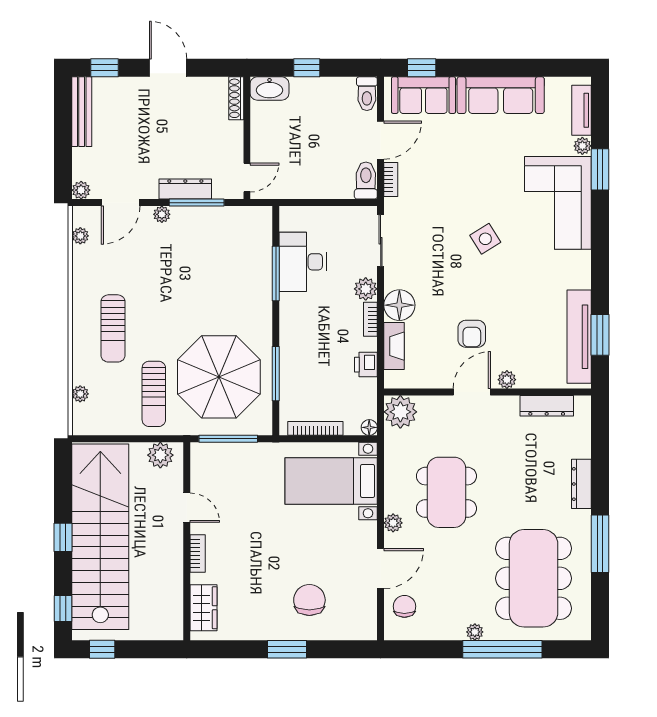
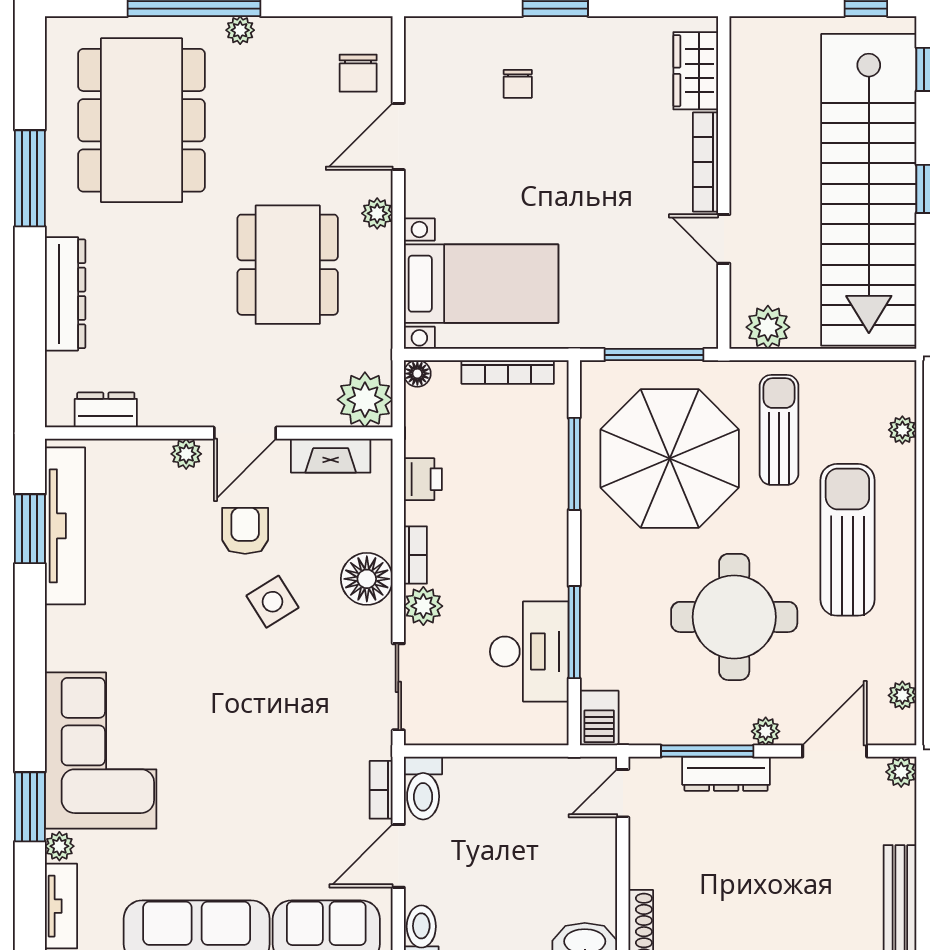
barbecue: (261, 222) -> (599, 718), added
side table: (485, 239) -> (272, 602), moved
round table: (180, 282) -> (734, 617), added
sun lounger: (113, 328) -> (847, 540), width x1.36, depth x1.34
fireplace: (394, 346) -> (331, 456), moved, turned -90
dresser: (547, 406) -> (106, 410), width x0.70
dresser: (581, 484) -> (65, 294), width x1.37, depth x1.24
bookcase: (198, 553) -> (705, 162), width x1.56
chair: (309, 600) -> (518, 84), width x0.54, depth x0.54

